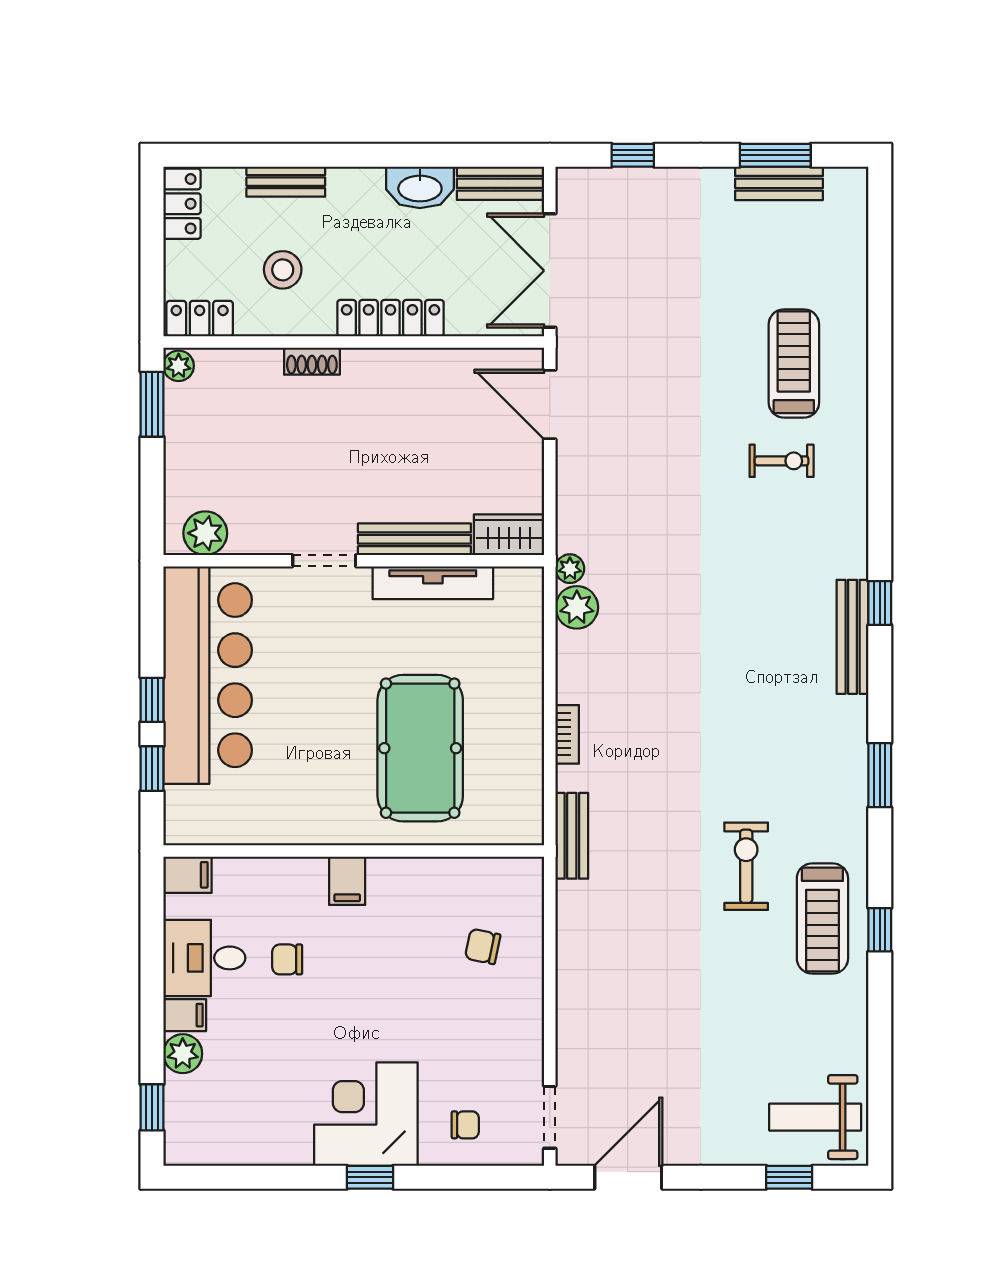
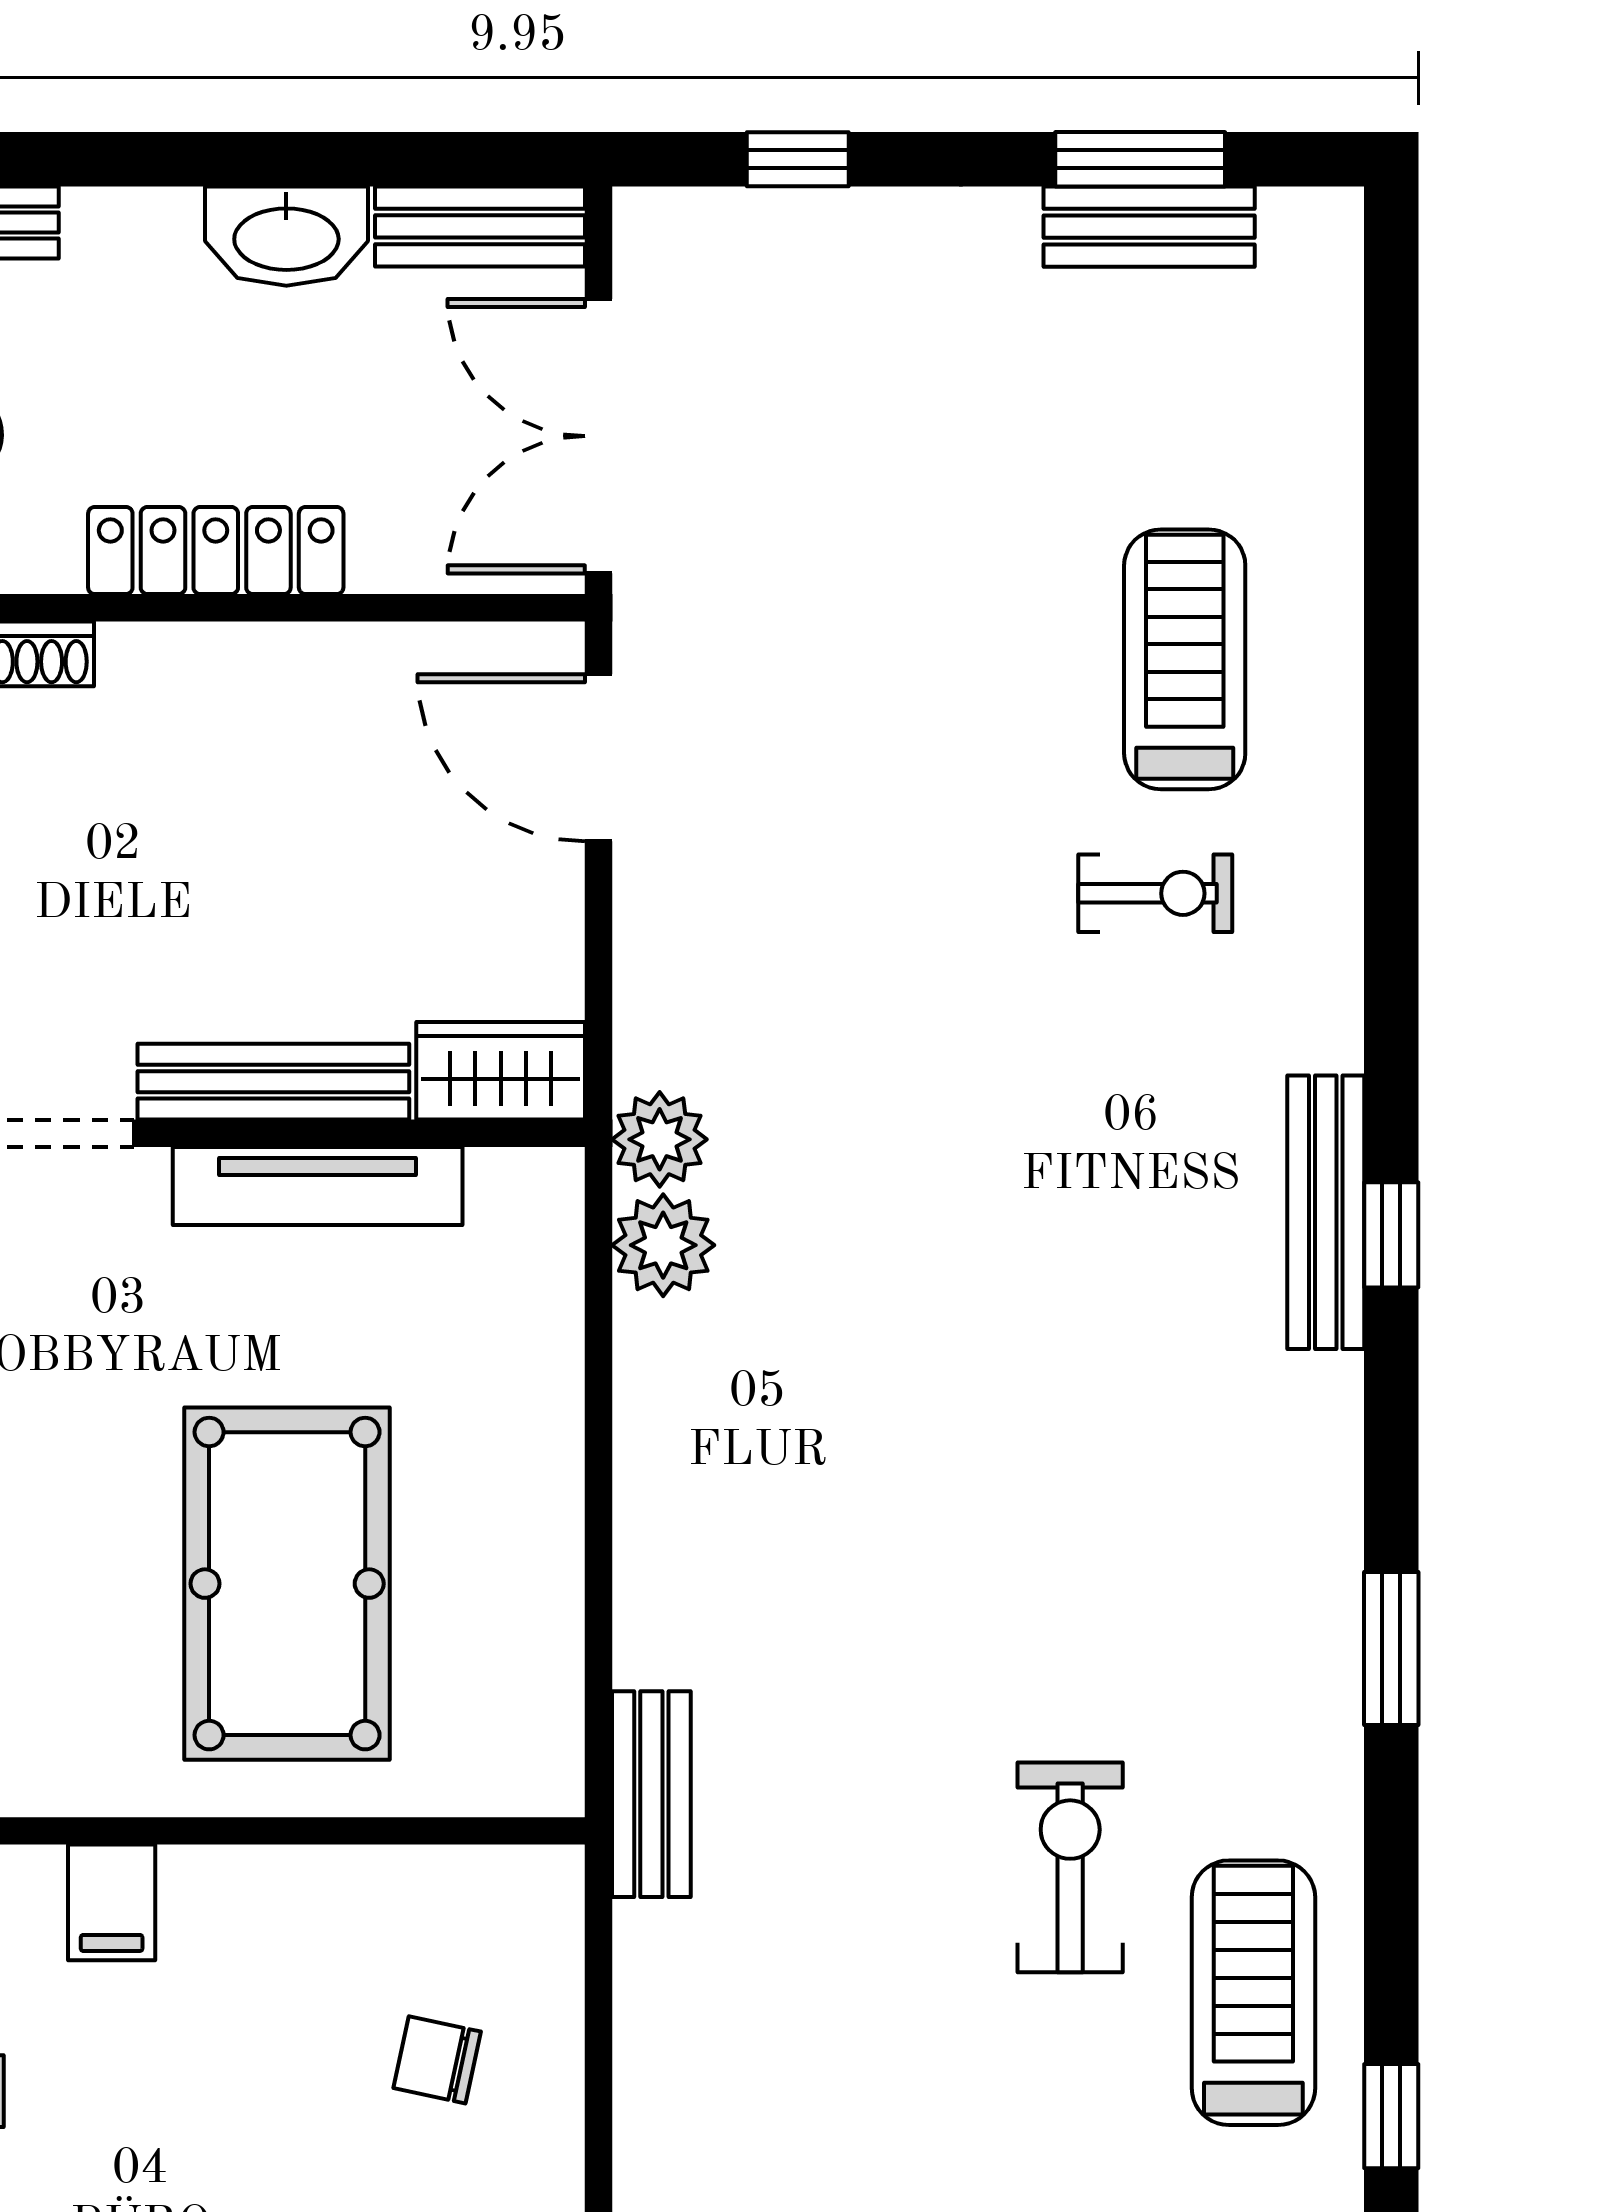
plant: (570, 569) -> (660, 1139), width x1.38, depth x1.38
bench: (853, 637) -> (1326, 1212), moved
bookcase: (567, 734) -> (640, 1550), removed
treadmill: (822, 918) -> (1253, 1993), turned 180
window: (880, 930) -> (1391, 2116), moved

